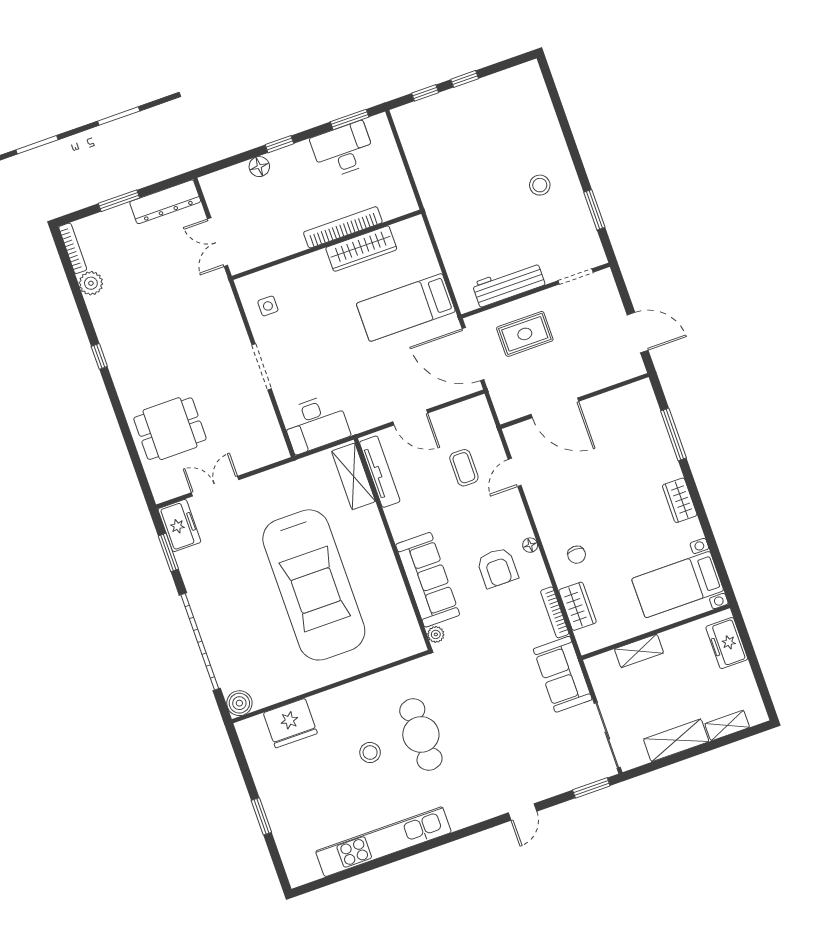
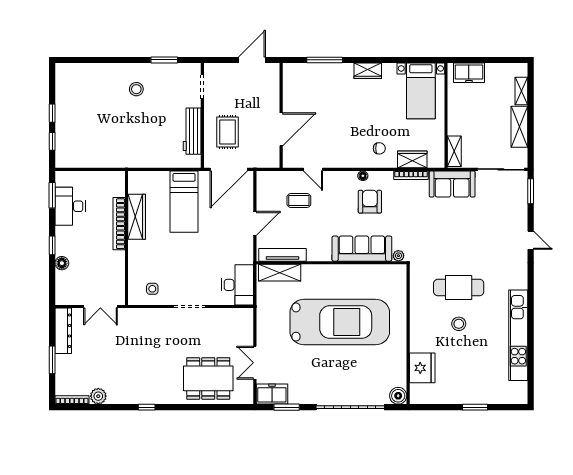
dining table: (170, 429) -> (208, 378), width x1.37
armchair: (497, 568) -> (370, 202), turned -90
shelving: (639, 651) -> (454, 151), moved

